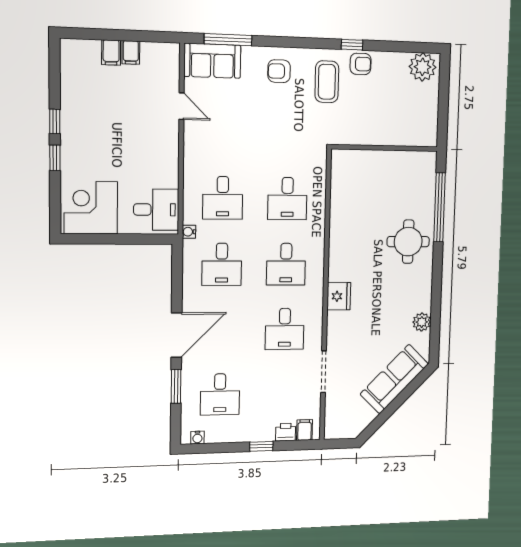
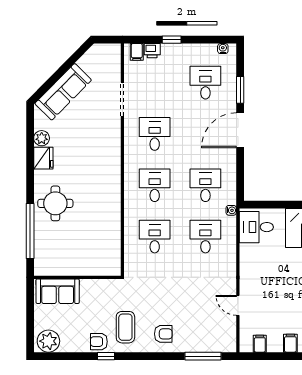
filing cabinet: (131, 52) -> (260, 344), moved
sofa: (212, 61) -> (58, 291), moved, turned 180
fridge: (339, 296) -> (43, 158), moved, turned 180

